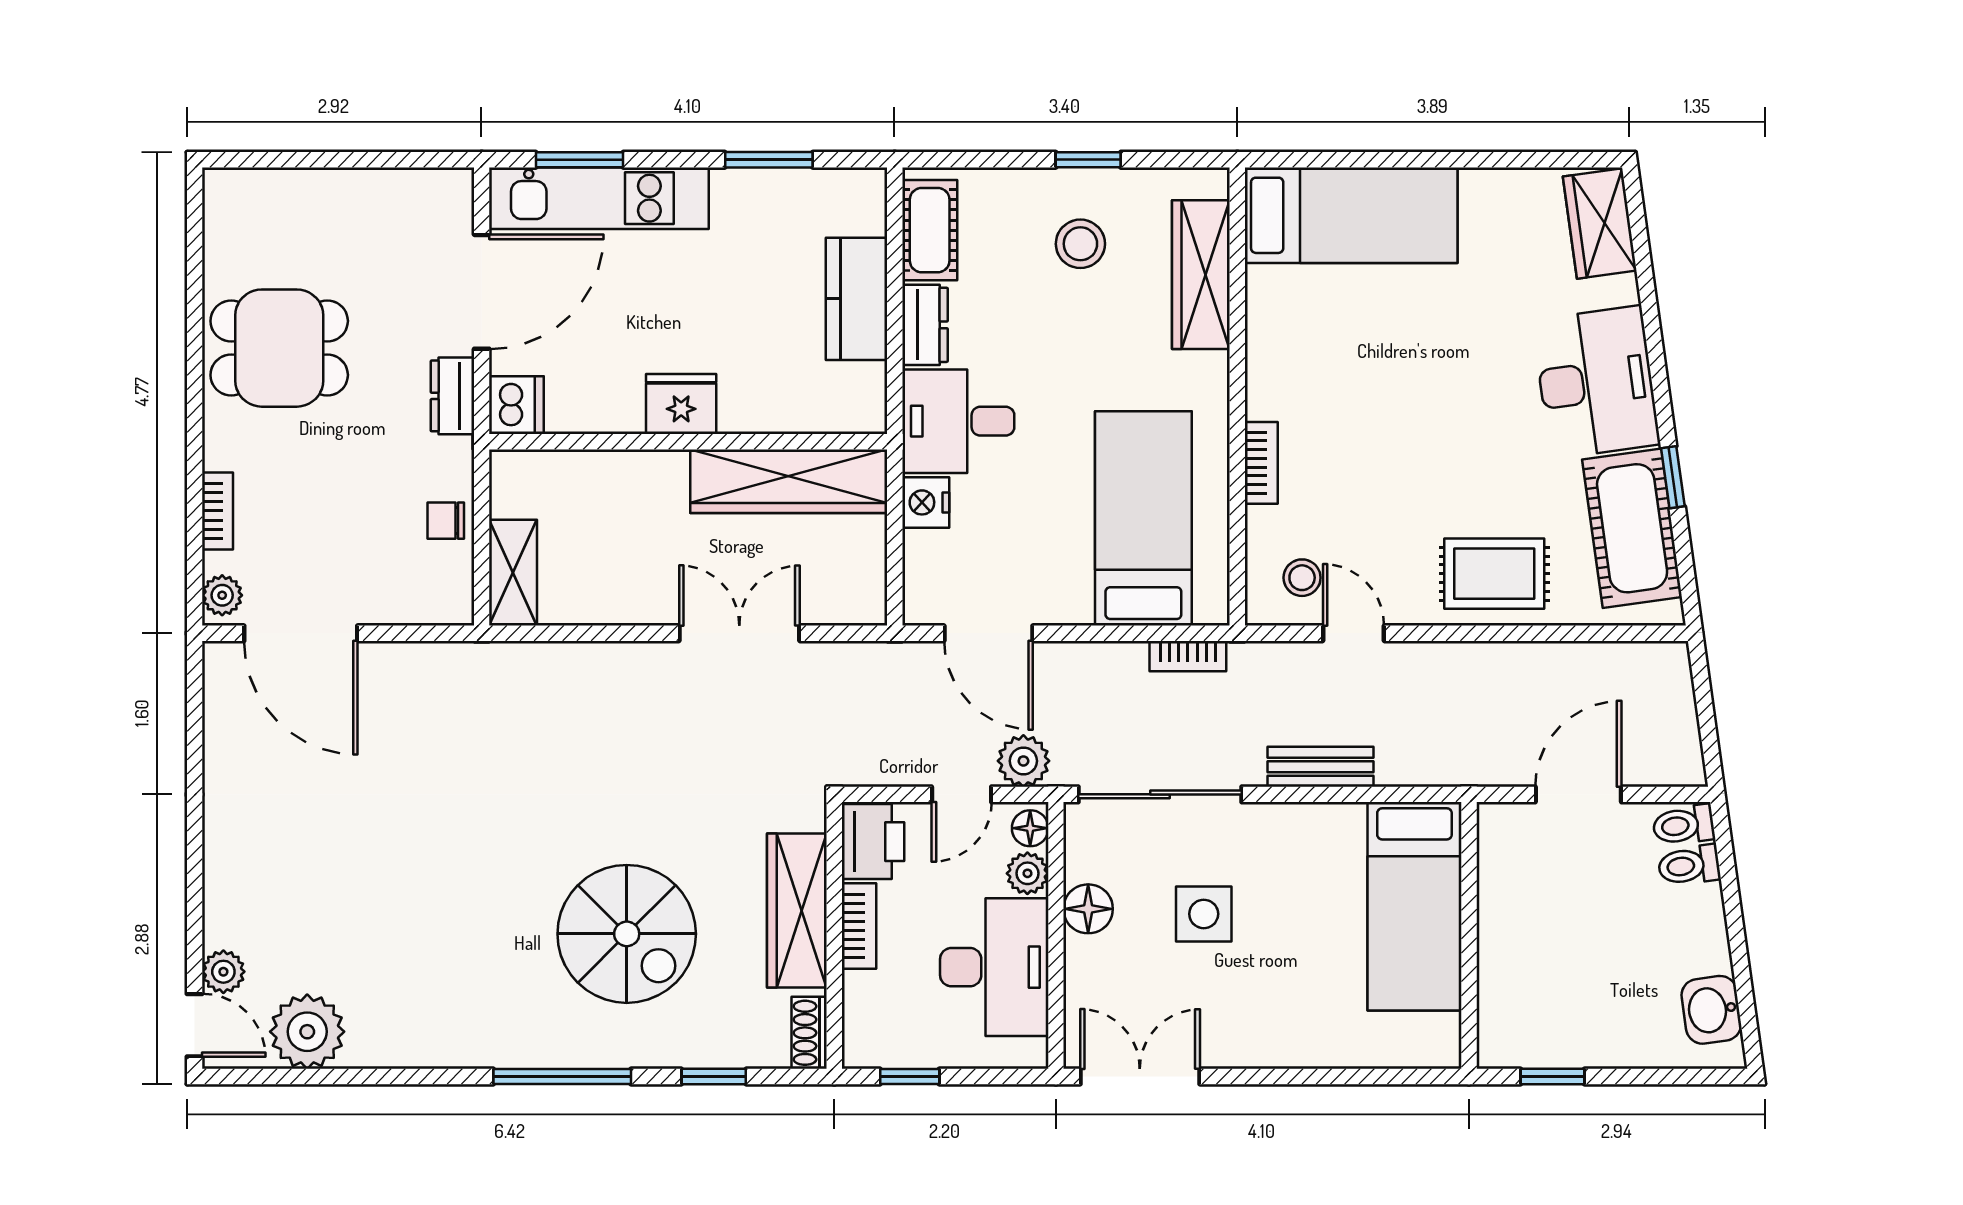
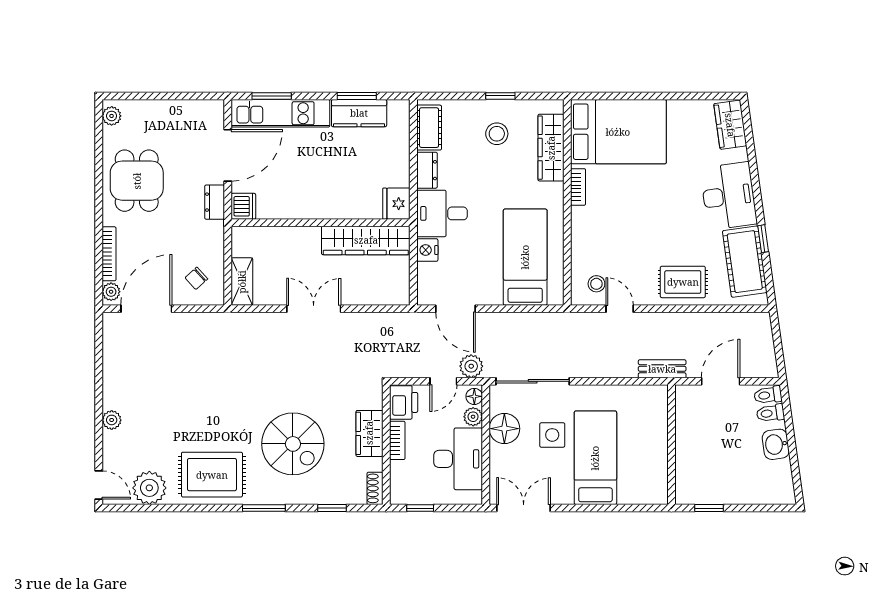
plant: (223, 204) -> (112, 116), added
bed: (1351, 215) -> (618, 132), width x1.50
kitchen counter: (857, 299) -> (359, 113), moved, turned -90
dining table: (279, 348) -> (137, 181), turned 90
fridge: (681, 404) -> (396, 204), moved, turned -90
bookcase: (1261, 463) -> (578, 187), moved
bookcase: (218, 511) -> (109, 254), width x1.56
chair: (446, 521) -> (196, 278), moved, turned -42
door: (301, 633) -> (146, 309), swing flipped
double door: (739, 633) -> (314, 309), moved
bookcase: (1188, 656) -> (545, 319), removed
bench: (1321, 767) -> (662, 369), moved
bed: (1414, 906) -> (595, 458), moved, turned 180
floor lamp: (1088, 909) -> (504, 429), width x1.38, depth x1.38
wardrobe: (797, 911) -> (369, 433), width x0.67
plant: (223, 972) -> (112, 420), moved
rug: (447, 1002) -> (212, 475), added
washbasin: (1711, 1010) -> (776, 444), moved
window: (562, 1076) -> (264, 508), width x0.69

